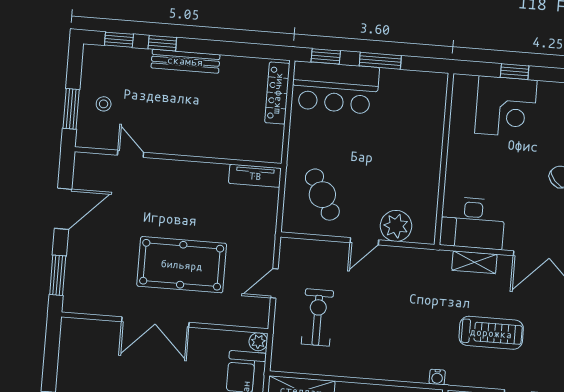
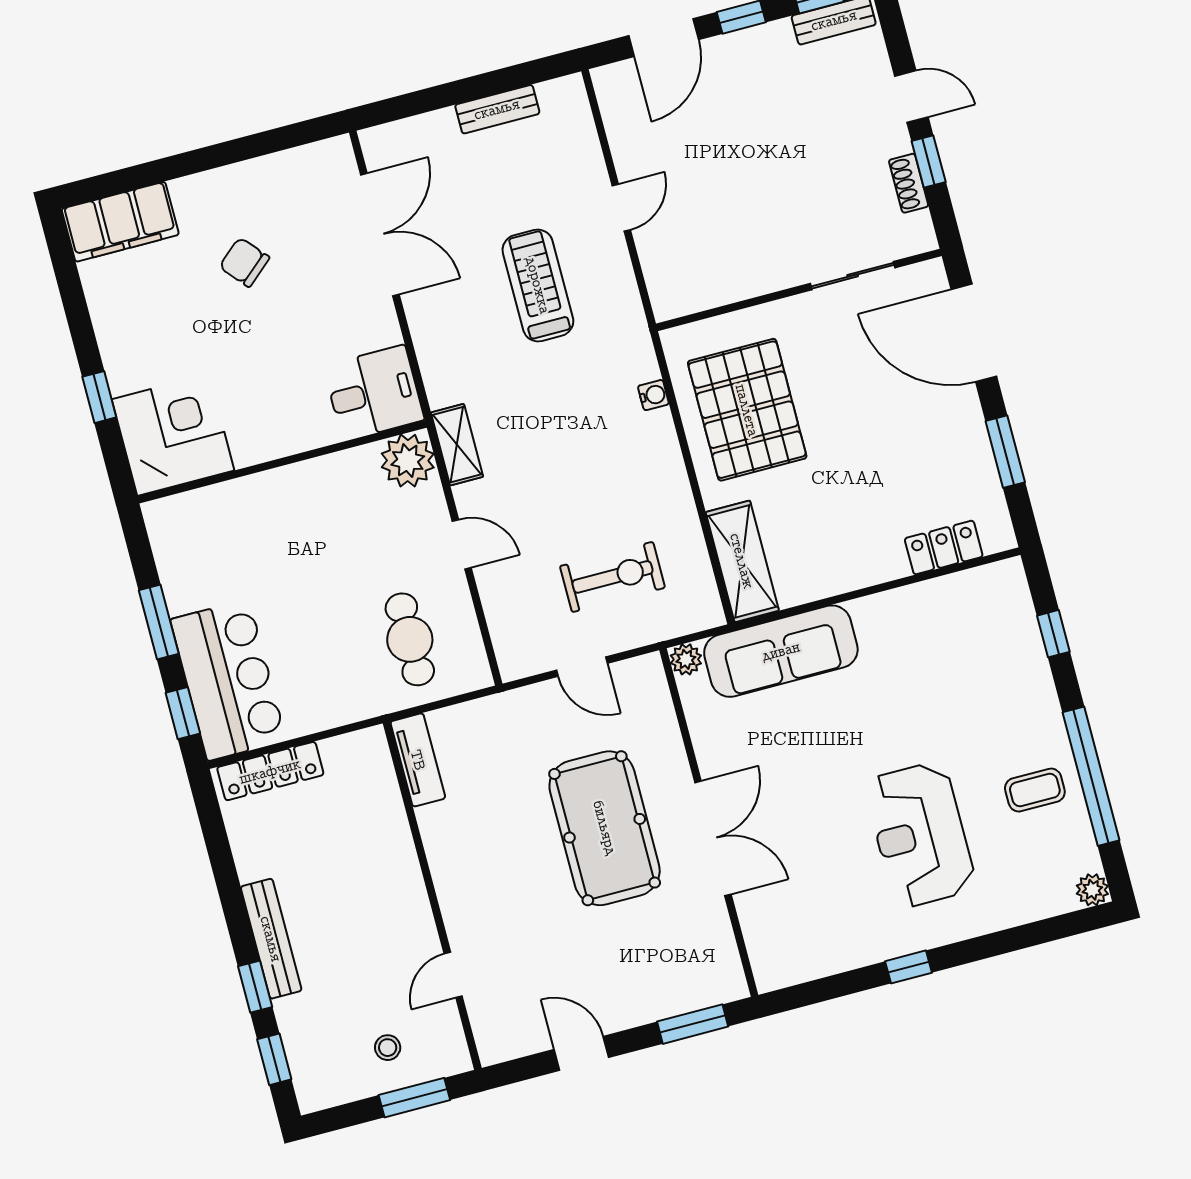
corner desk: (506, 107) -> (173, 435), moved
cafe table: (322, 195) -> (410, 639), turned -61
door: (63, 209) -> (581, 1053), width x0.73
desk: (472, 223) -> (374, 393), width x0.73
plant: (396, 226) -> (408, 461), moved
shelving: (474, 262) -> (457, 445), moved
exercise bike: (317, 317) -> (613, 577), turned 180
water cooler: (437, 377) -> (653, 395), moved

